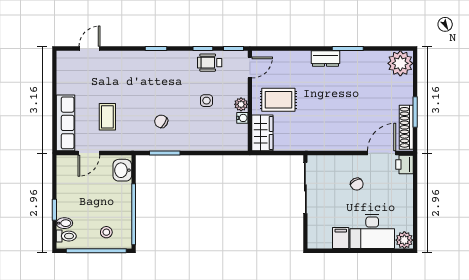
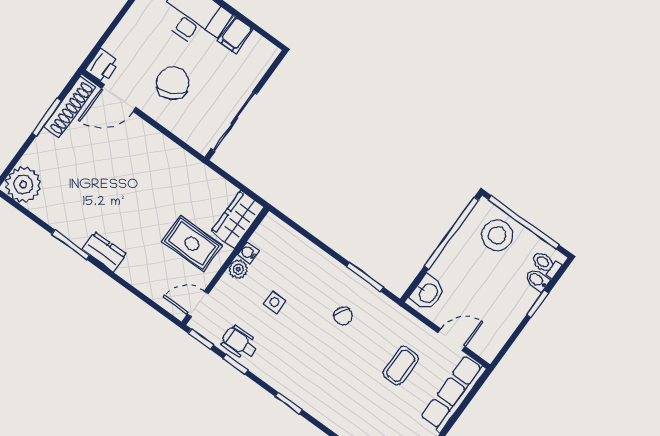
wheelchair: (210, 63) -> (240, 343), turned 180
chair: (357, 184) -> (173, 83), width x1.87, depth x1.87
stool: (106, 232) -> (497, 235), width x1.89, depth x1.89

